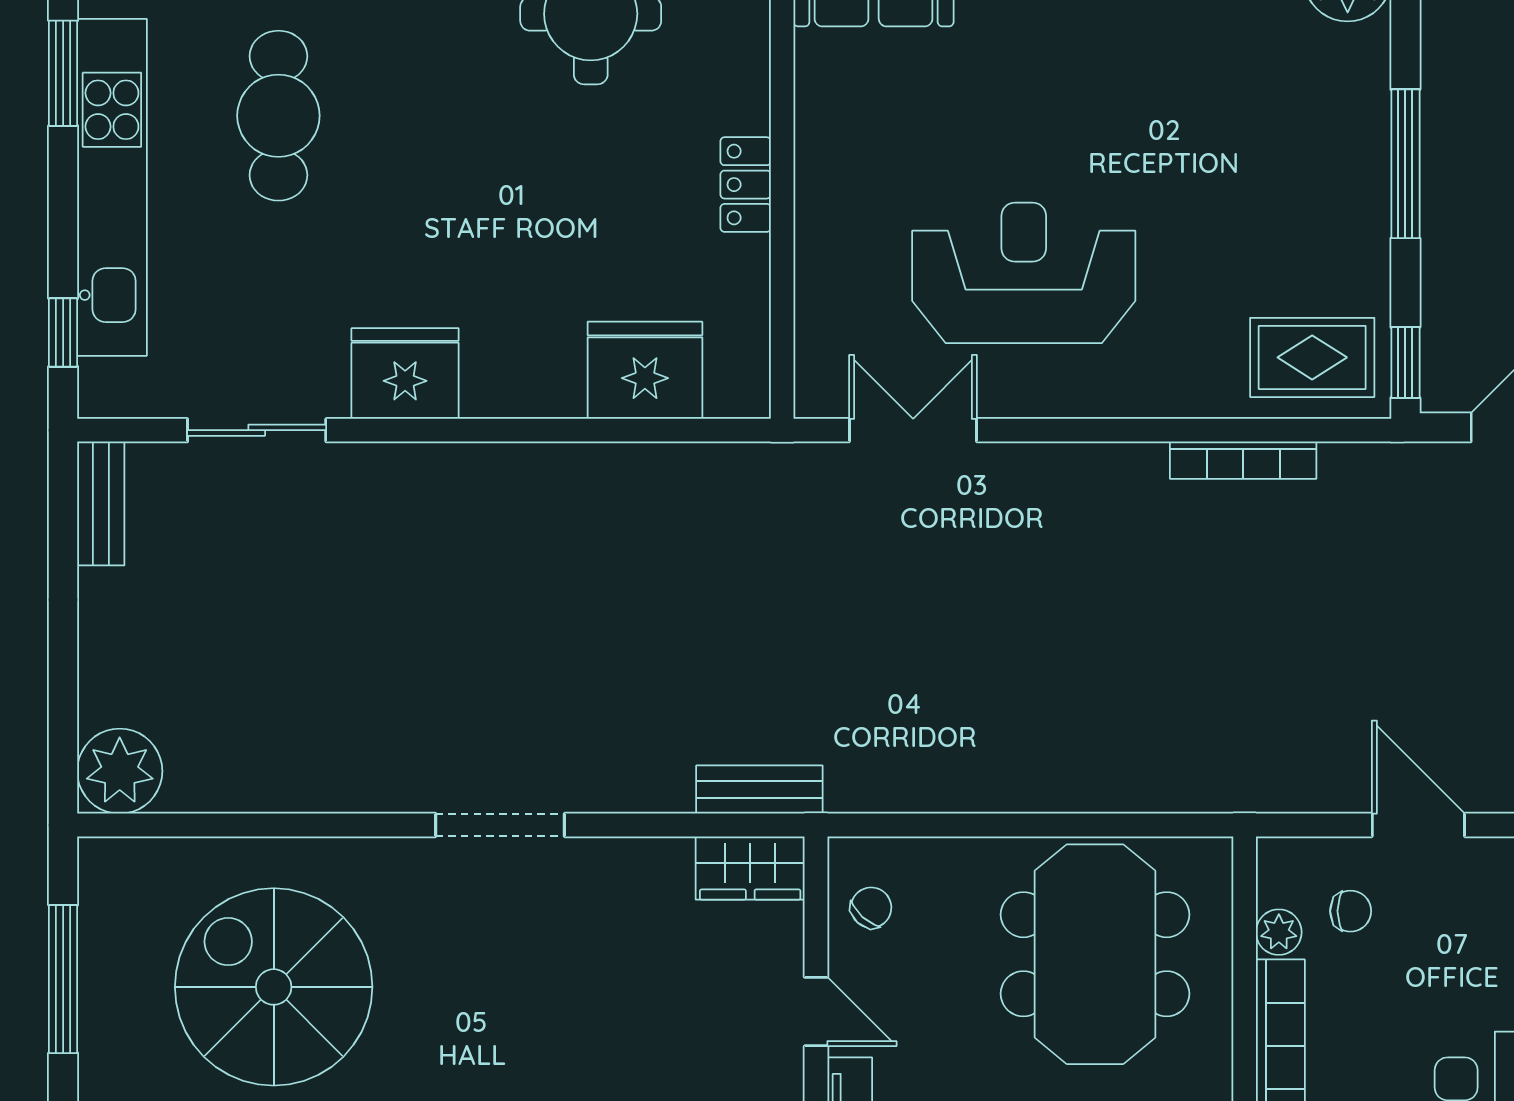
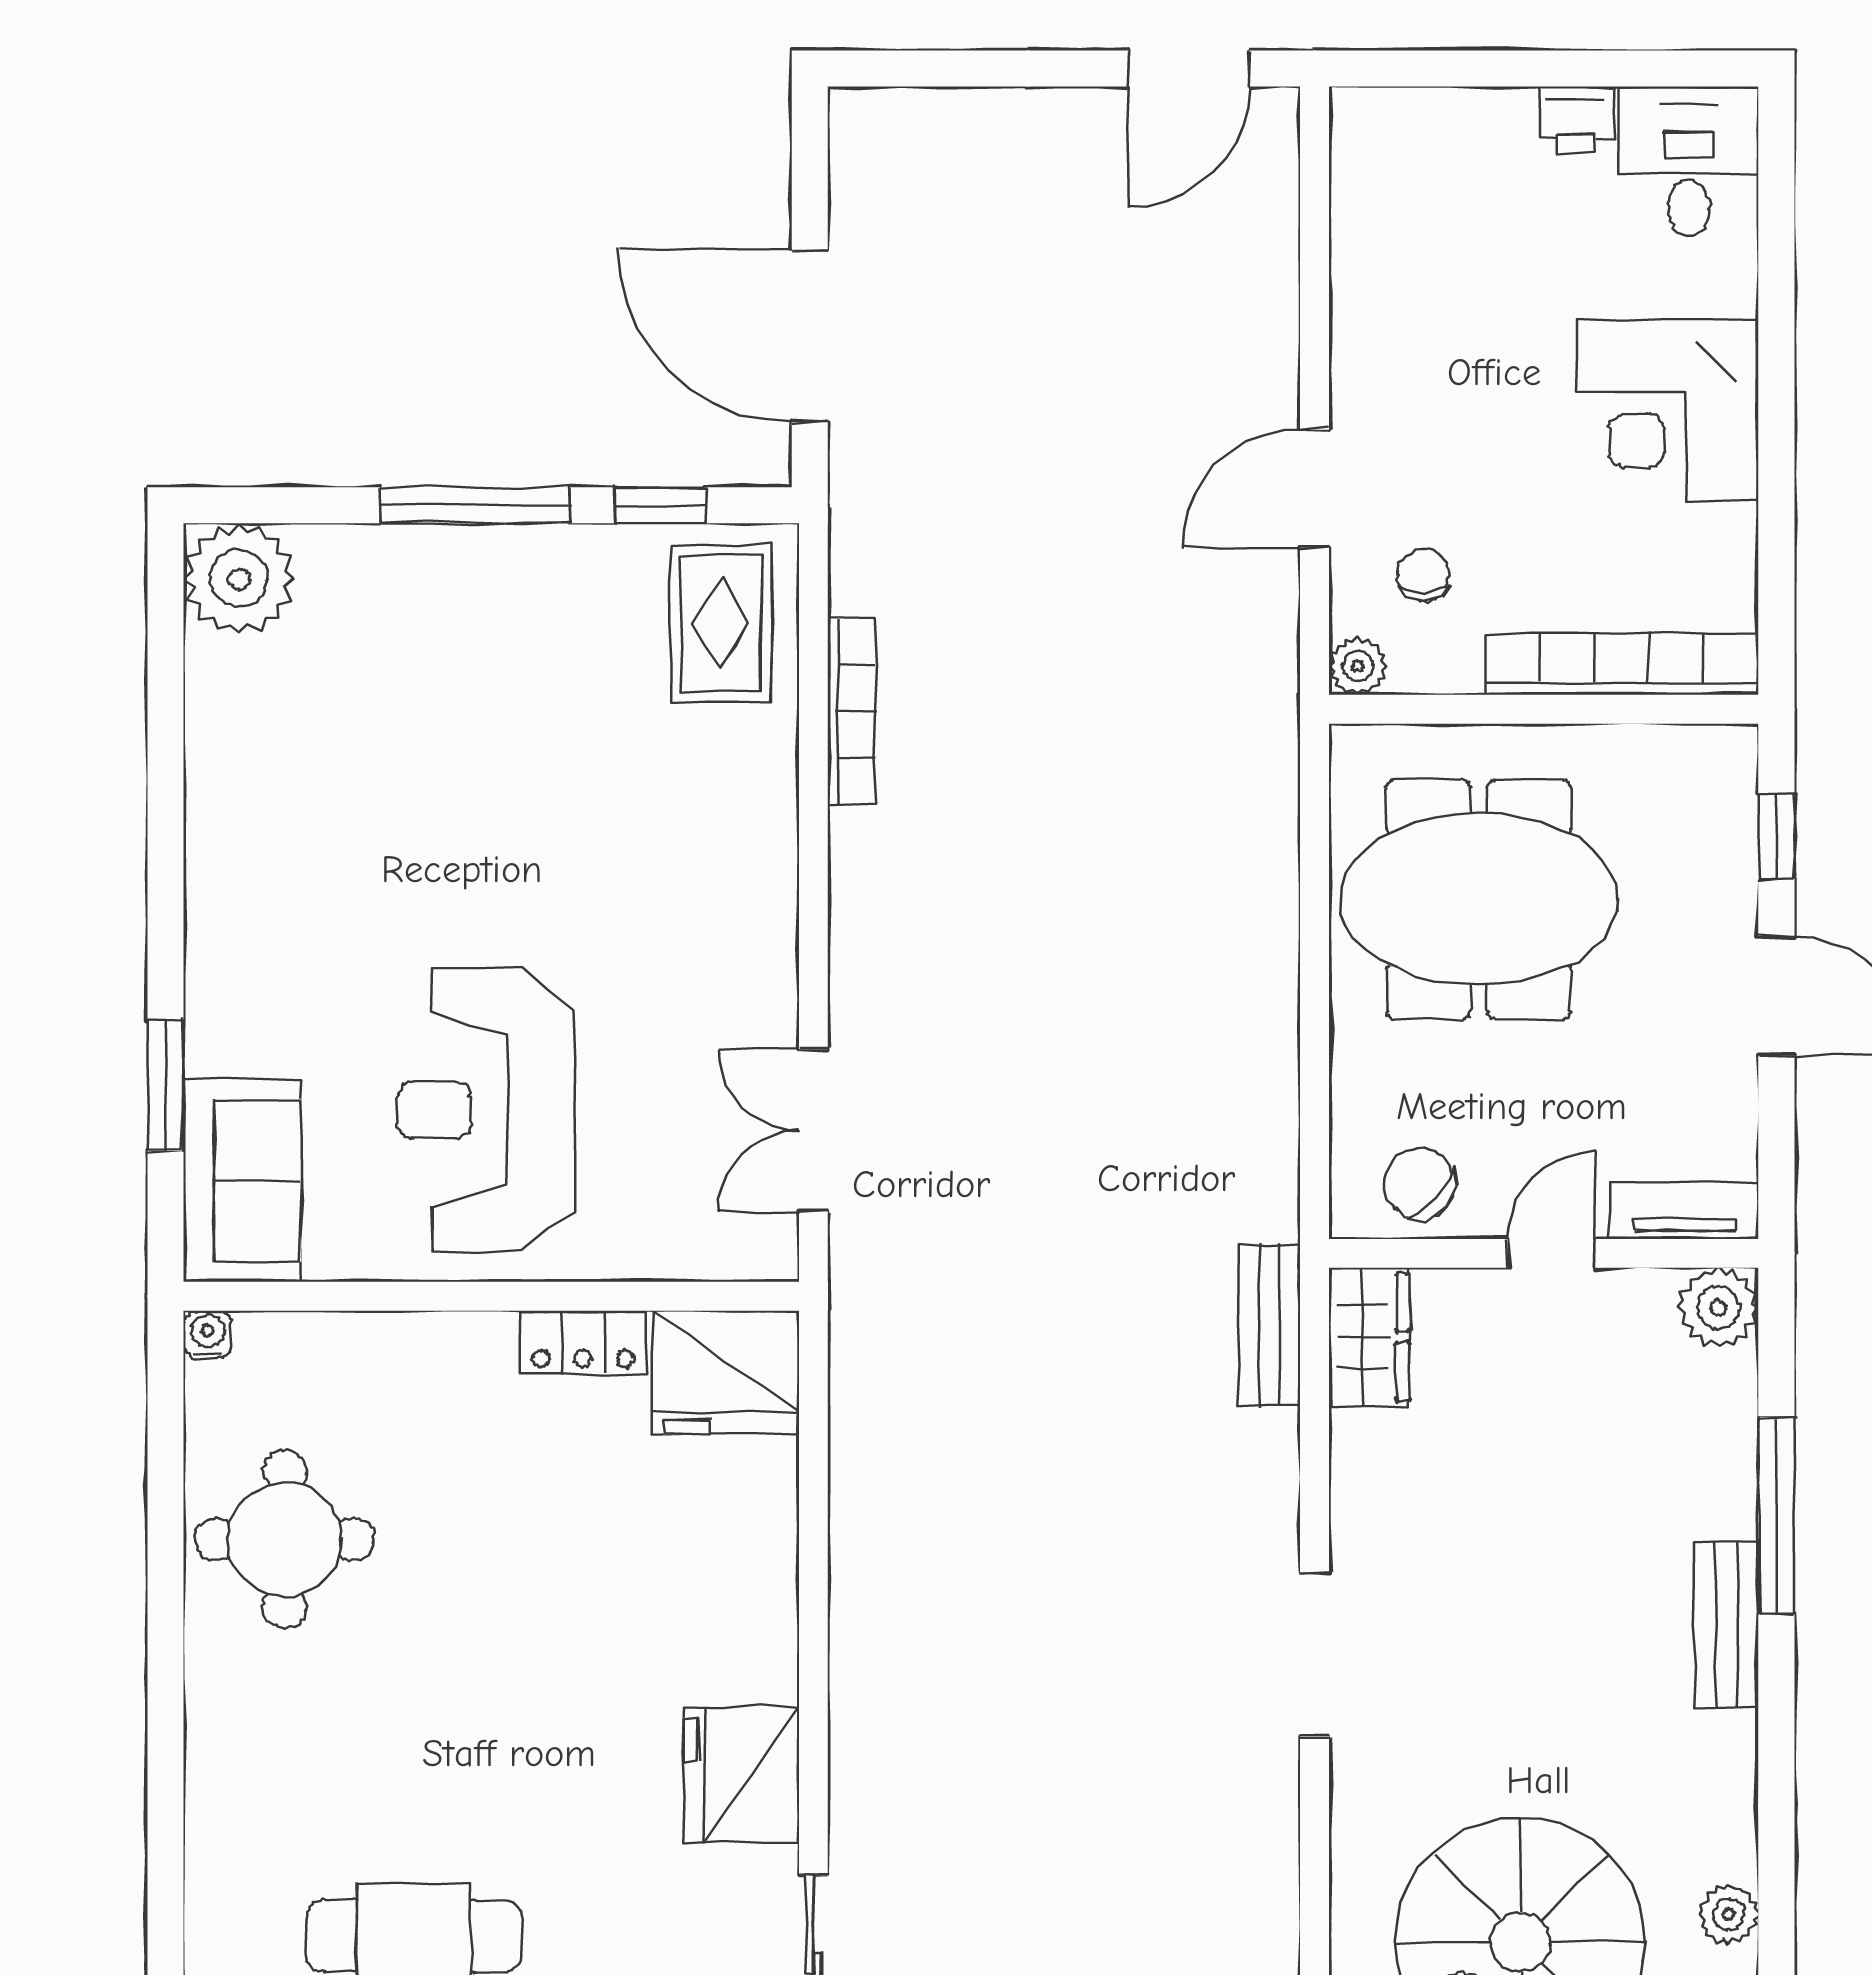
locker: (746, 185) -> (583, 1343), moved
reception desk: (1024, 273) -> (486, 1110), moved
window: (1405, 362) -> (661, 505), moved
fridge: (645, 370) -> (725, 1372), moved, turned -90
chair: (871, 908) -> (1419, 1183), width x1.37, depth x1.37
plant: (1279, 932) -> (1358, 666), moved

